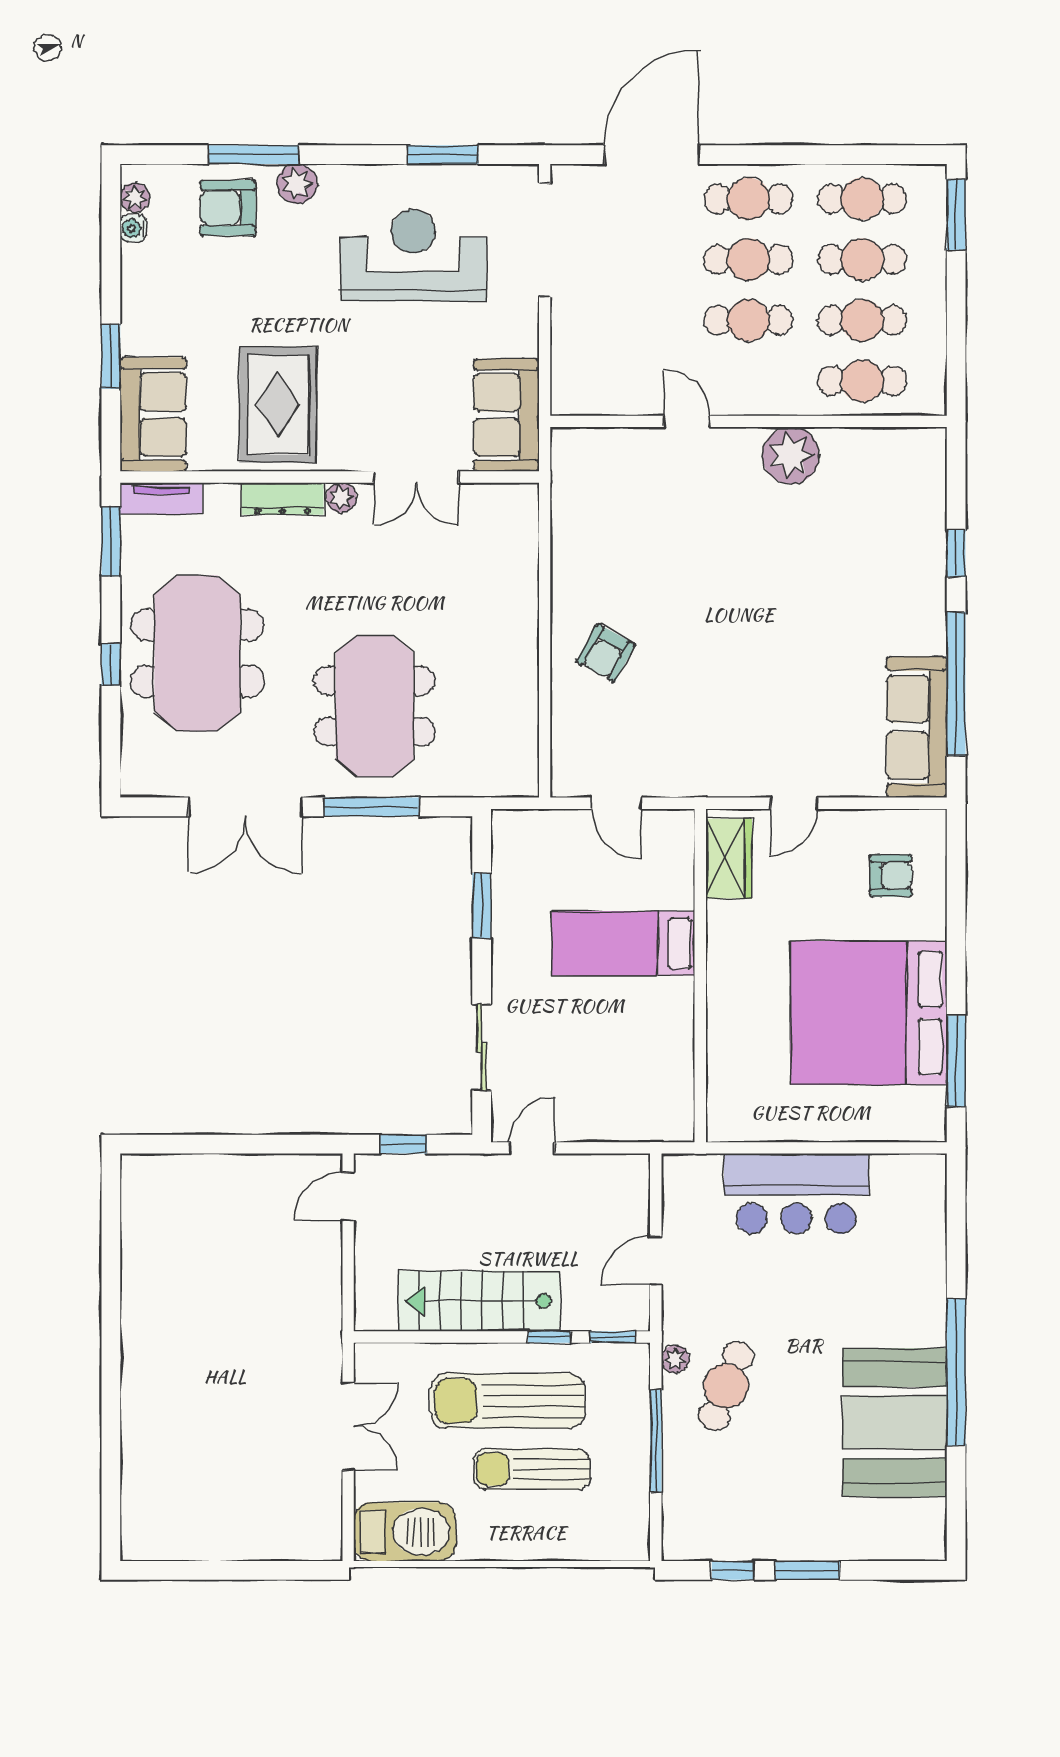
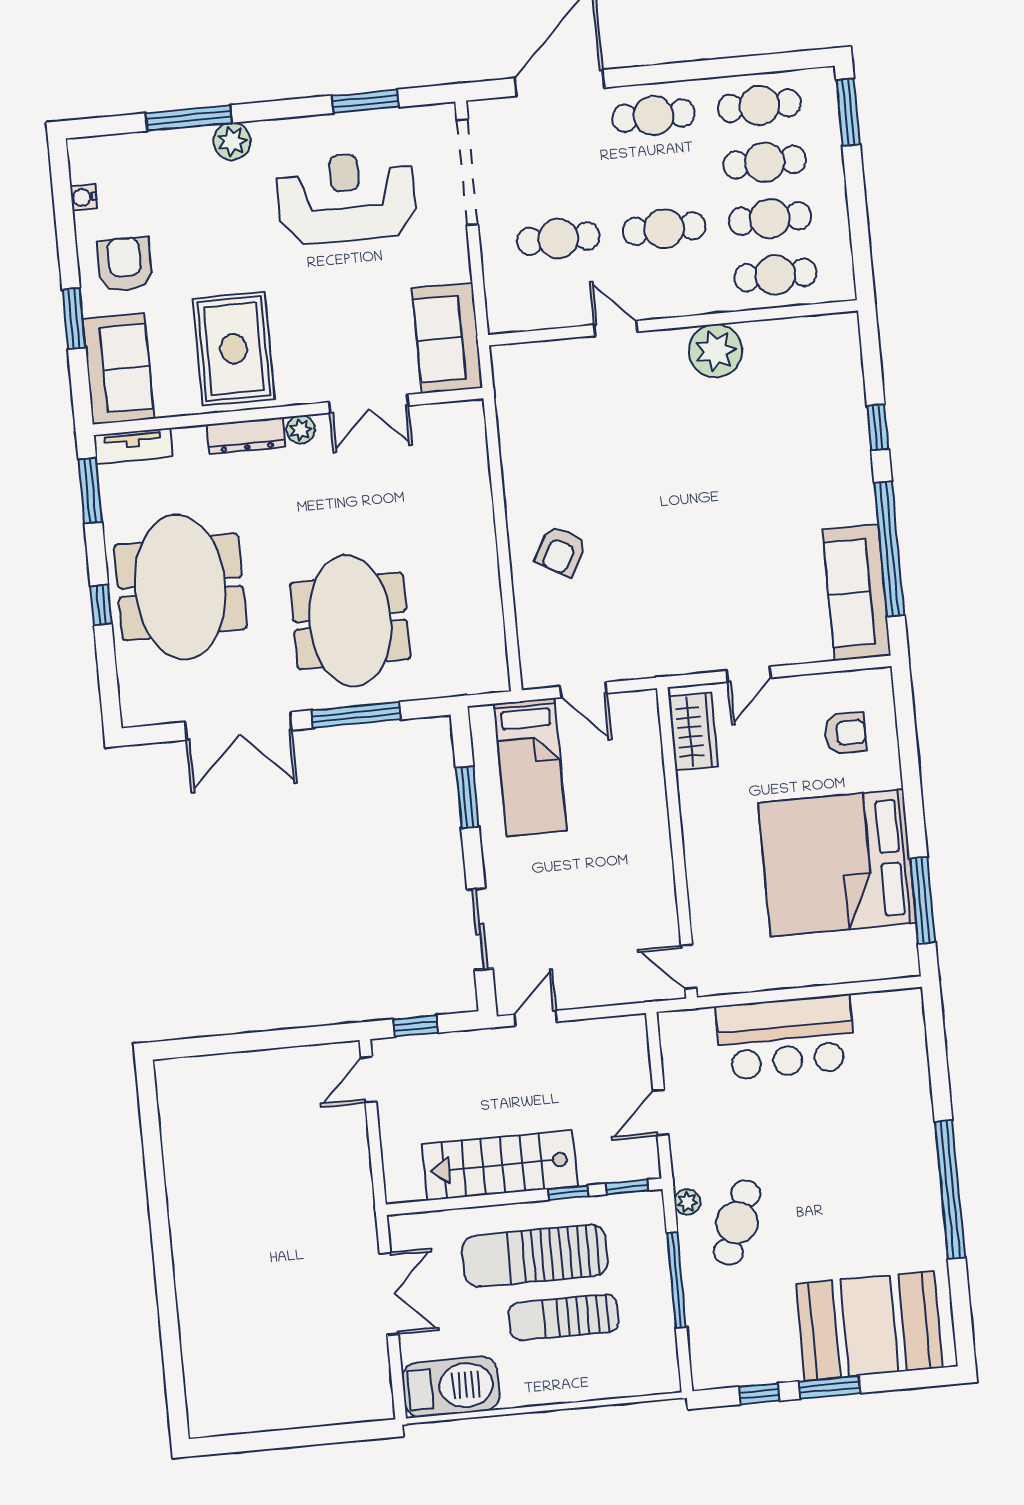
plant: (135, 197) -> (82, 168), removed
armchair: (228, 208) -> (125, 264), moved, turned 90
cafe table: (748, 260) -> (558, 239), moved
bed: (623, 943) -> (530, 767), moved, turned -90
door: (700, 1109) -> (689, 967), added
booth: (895, 1422) -> (869, 1326), moved, turned 90

